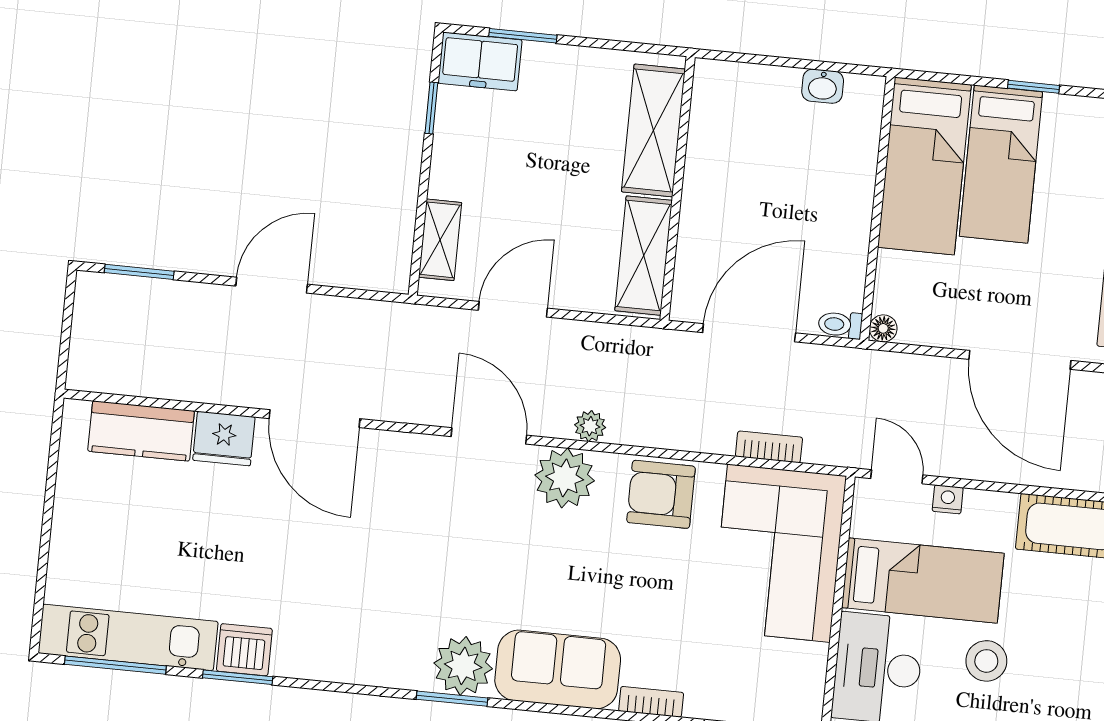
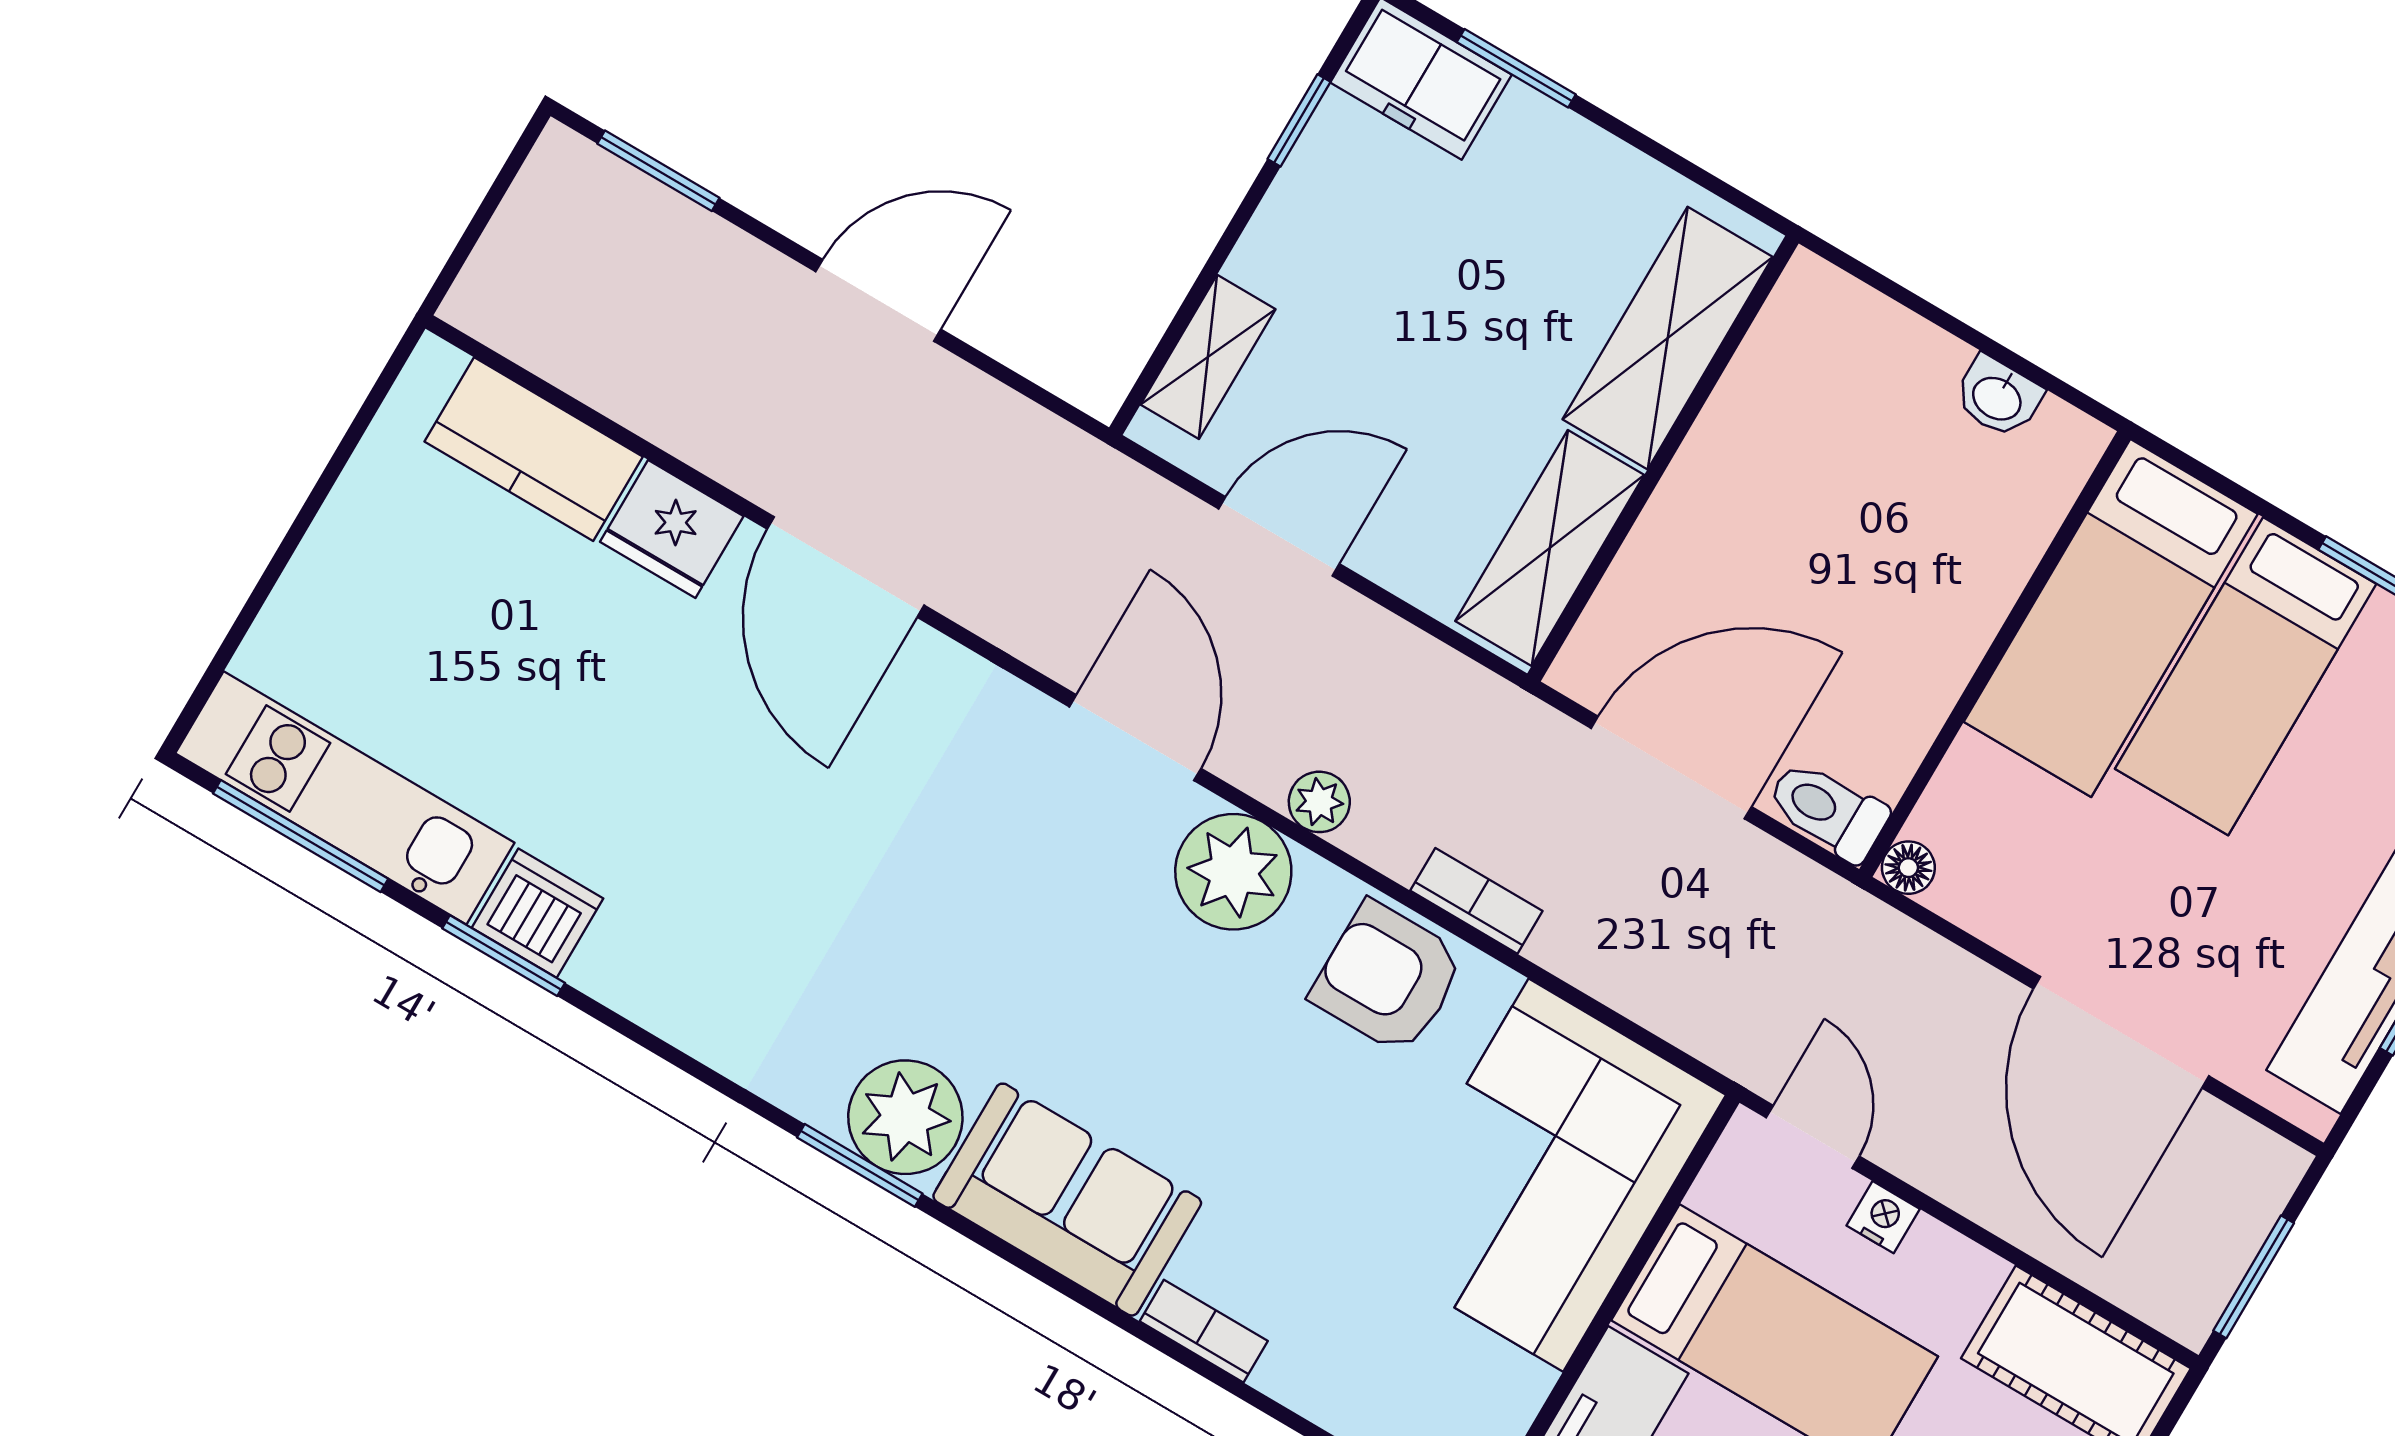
toilet: (840, 325) -> (1828, 810), width x1.37, depth x1.39
bookcase: (769, 447) -> (1476, 901), moved

